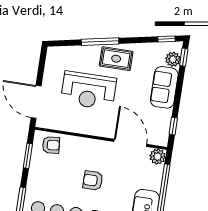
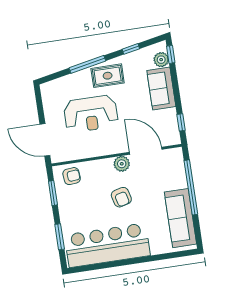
window: (166, 39) -> (131, 49), moved
plant: (158, 157) -> (122, 164), moved
armchair: (93, 180) -> (121, 197), turned -104

